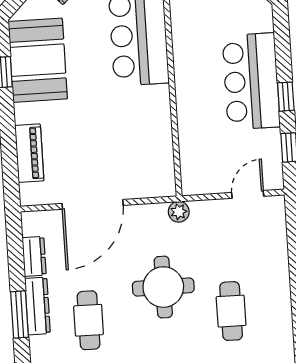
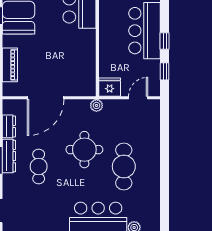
fridge: (199, 180) -> (110, 87), added
cafe table: (231, 311) -> (124, 166), width x1.37, depth x1.35

